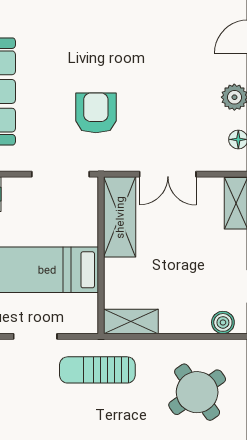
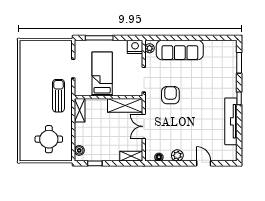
armchair: (96, 113) -> (170, 95), turned -90
round table: (197, 392) -> (49, 139), turned 35

